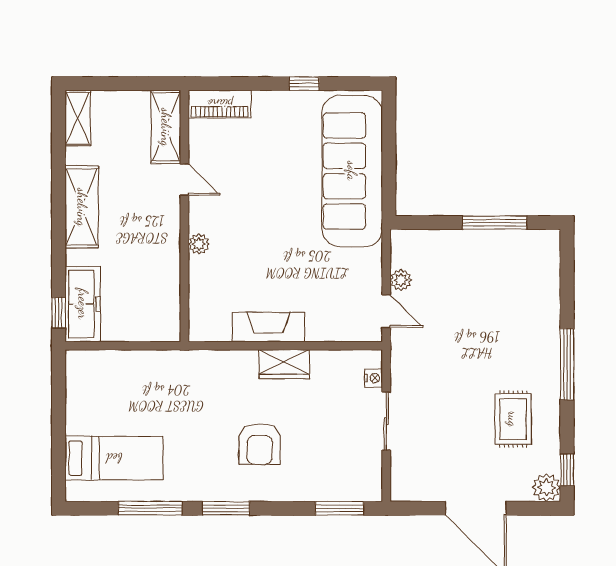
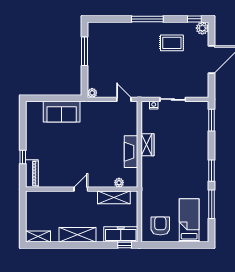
window: (304, 84) -> (23, 157), moved
shelving: (166, 127) -> (114, 197), moved
sofa: (352, 171) -> (62, 112), width x0.54, depth x0.79
door: (184, 180) -> (81, 189), moved
plant: (199, 244) -> (119, 183), moved
plant: (401, 280) -> (92, 93), moved
door: (386, 311) -> (124, 99), hinge flipped
armchair: (260, 444) -> (160, 226), moved, turned -90

